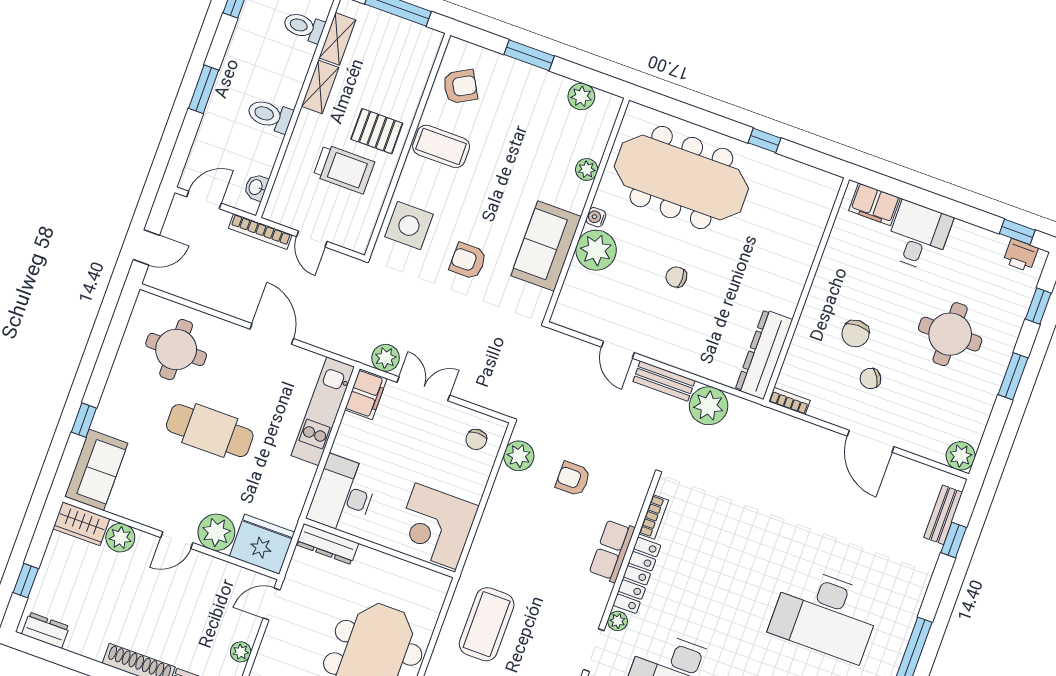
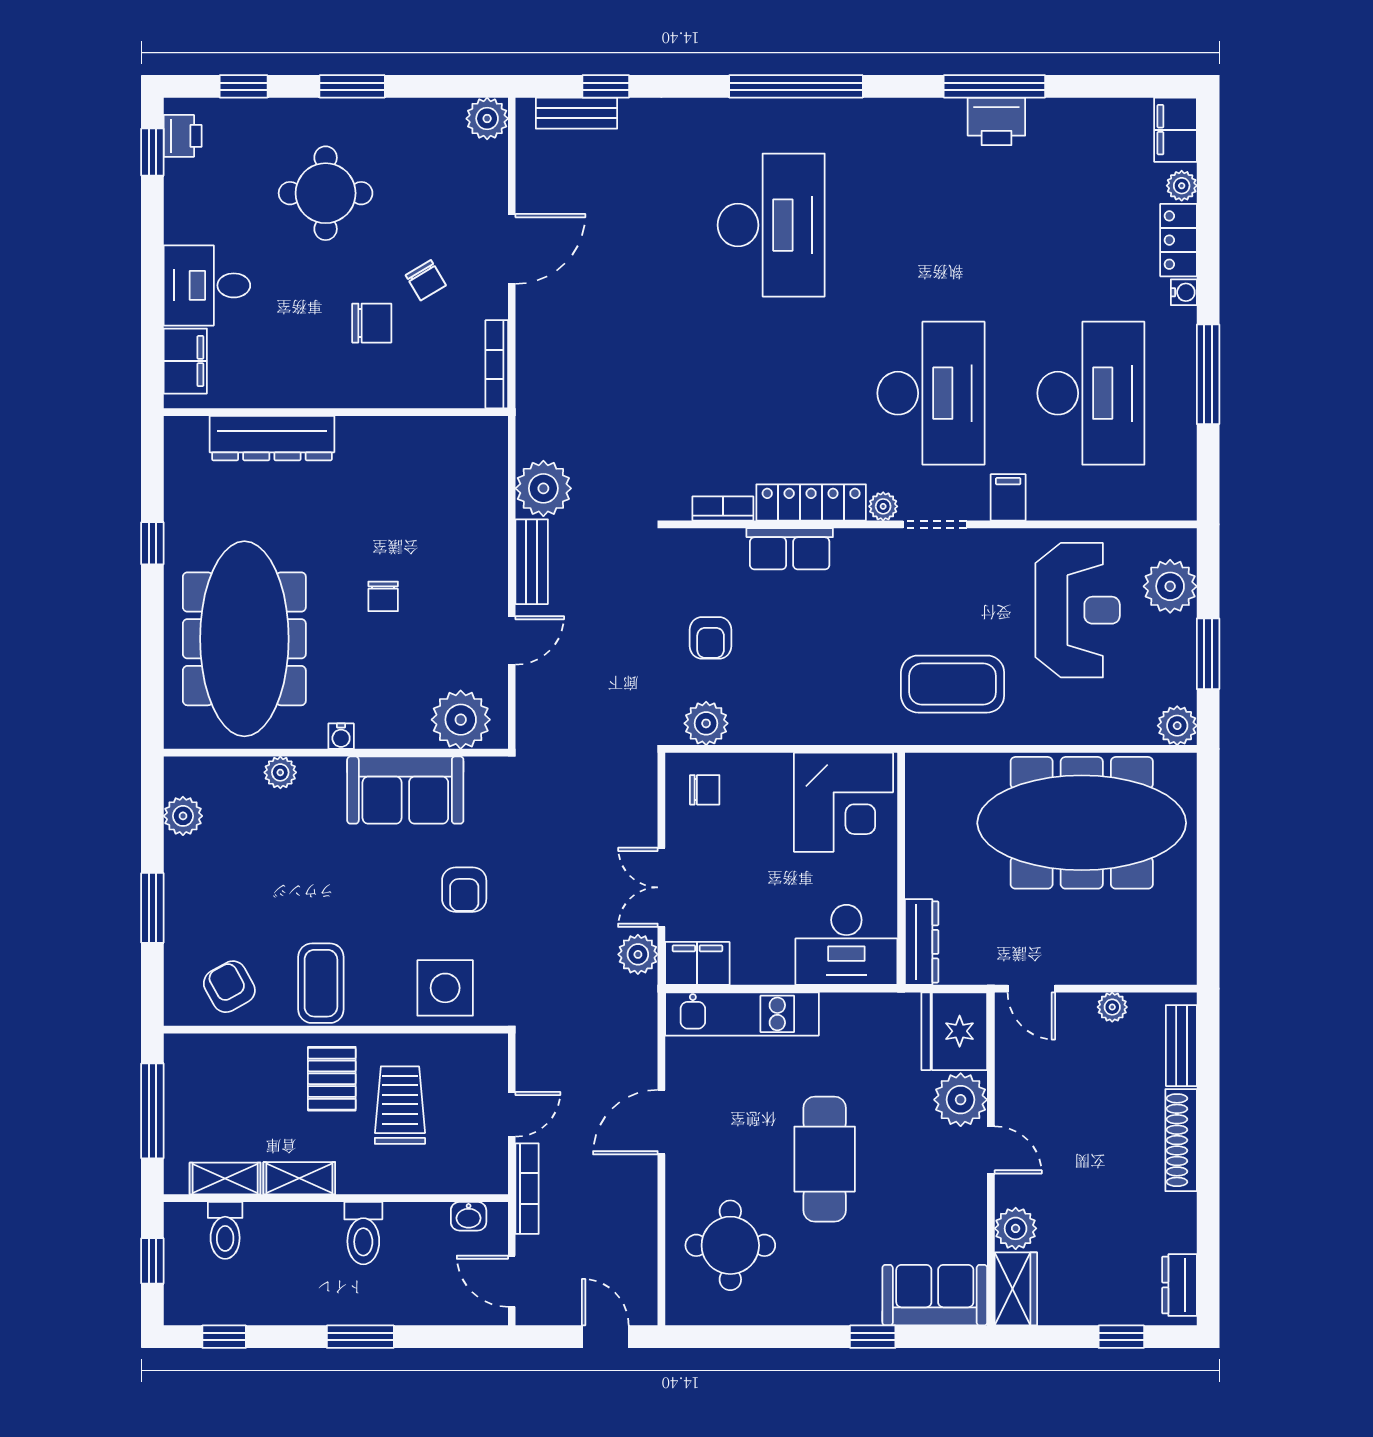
plant: (596, 250) -> (461, 720), moved
dresser: (764, 354) -> (272, 438), moved
bookcase: (789, 401) -> (497, 364), width x1.56

